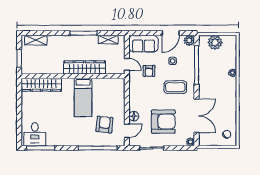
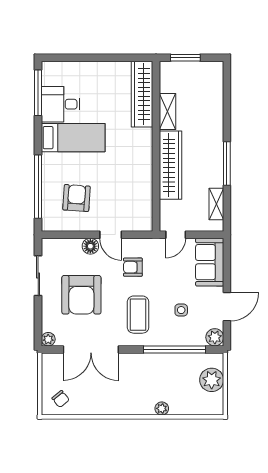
door: (171, 33) -> (227, 307), swing flipped
shelving: (36, 40) -> (168, 111), moved
armchair: (149, 71) -> (133, 267), moved
bed: (83, 98) -> (73, 138), moved, turned 180
armchair: (105, 125) -> (76, 198), turned -92
door: (127, 131) -> (111, 235), moved
desk: (35, 134) -> (61, 104), moved

